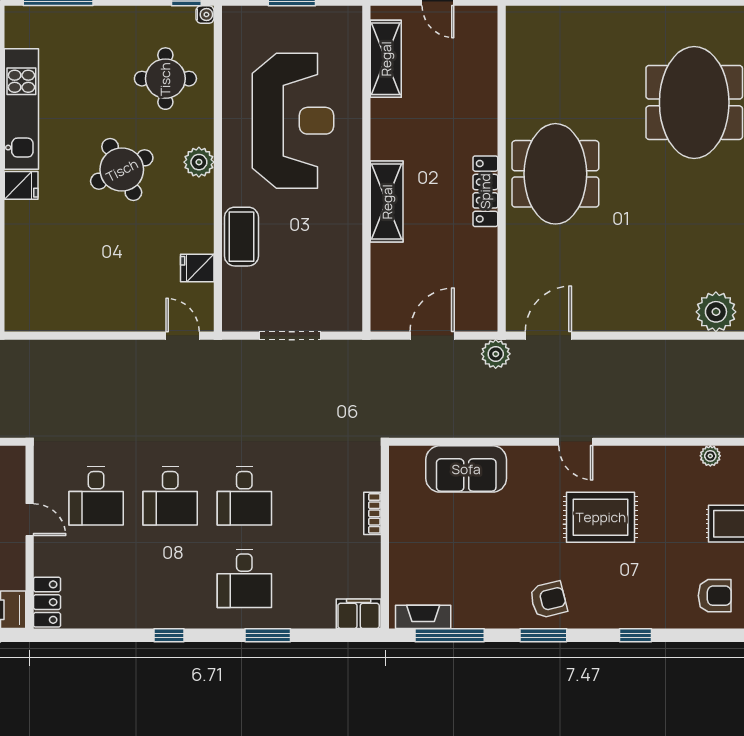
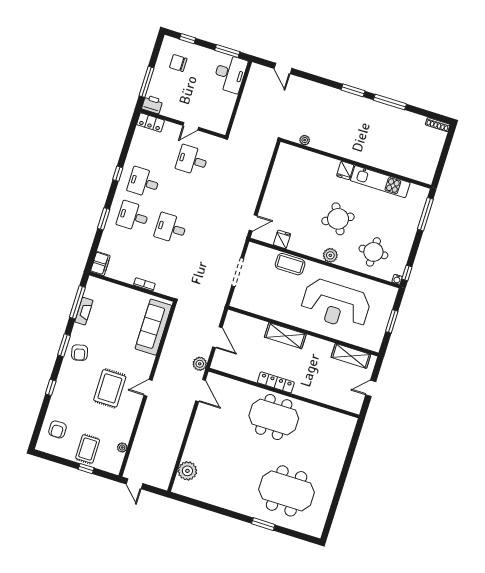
sofa: (466, 469) -> (153, 327), width x1.36
desk: (170, 496) -> (144, 182), moved
fireplace: (423, 617) -> (84, 311), moved

